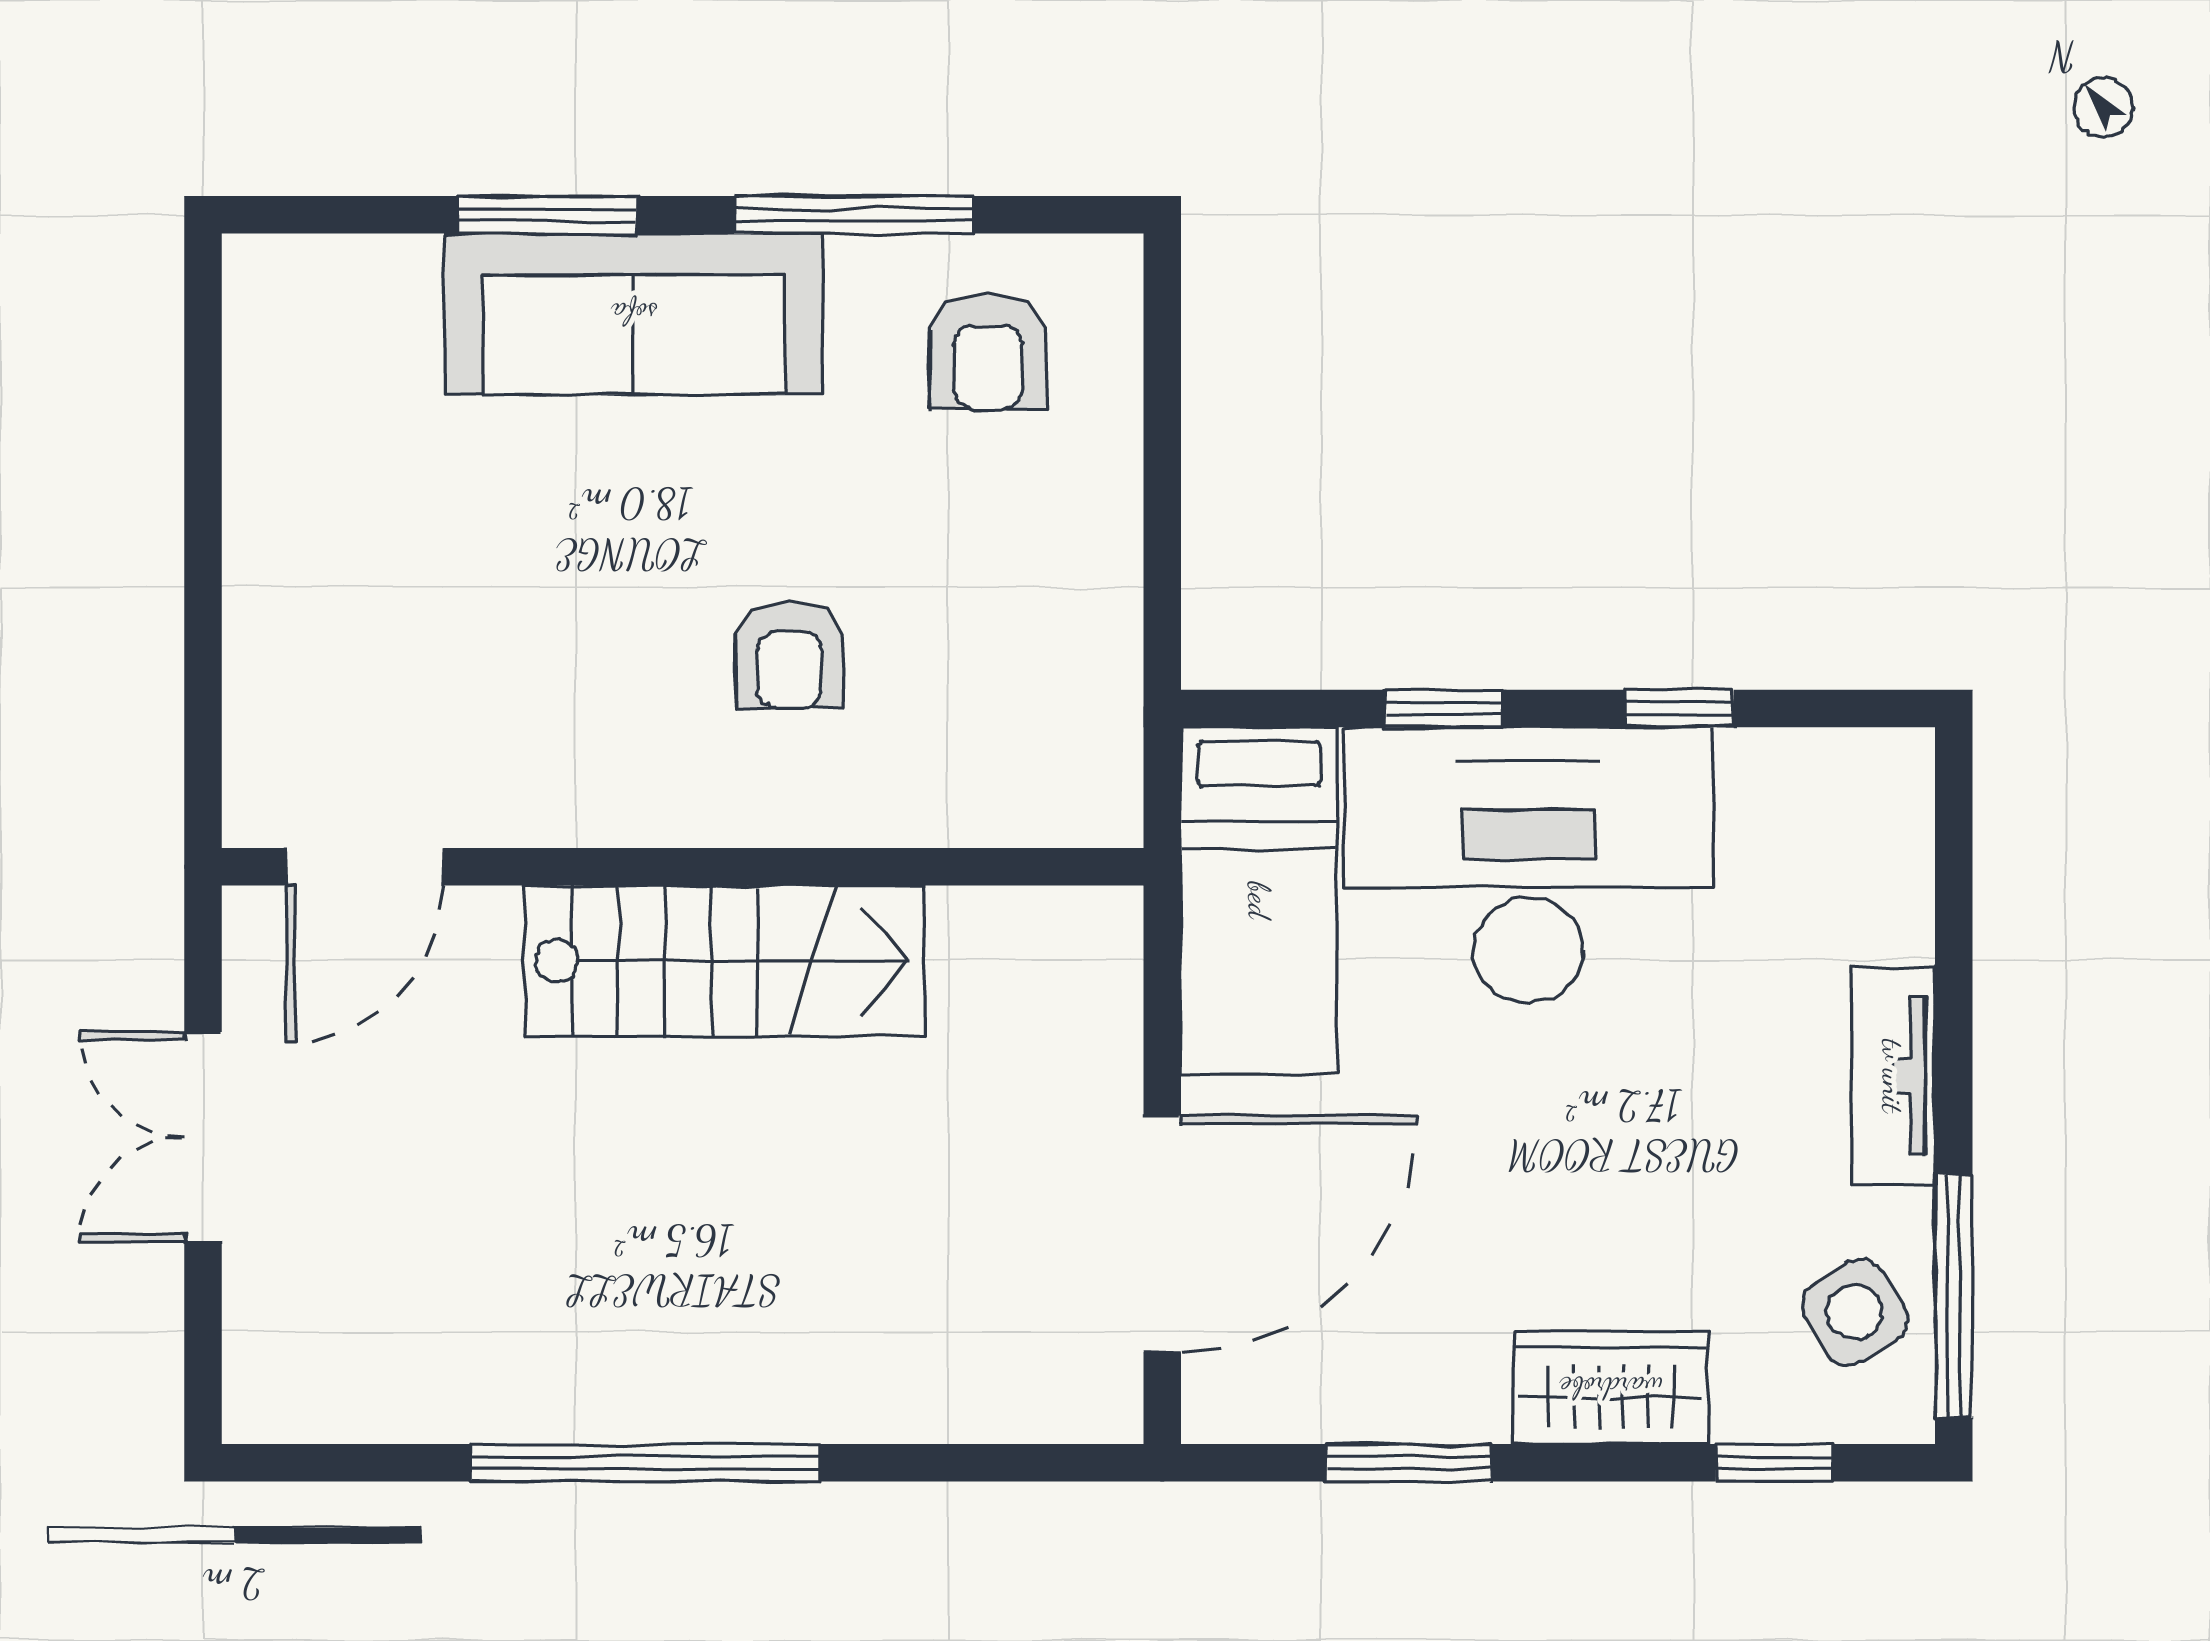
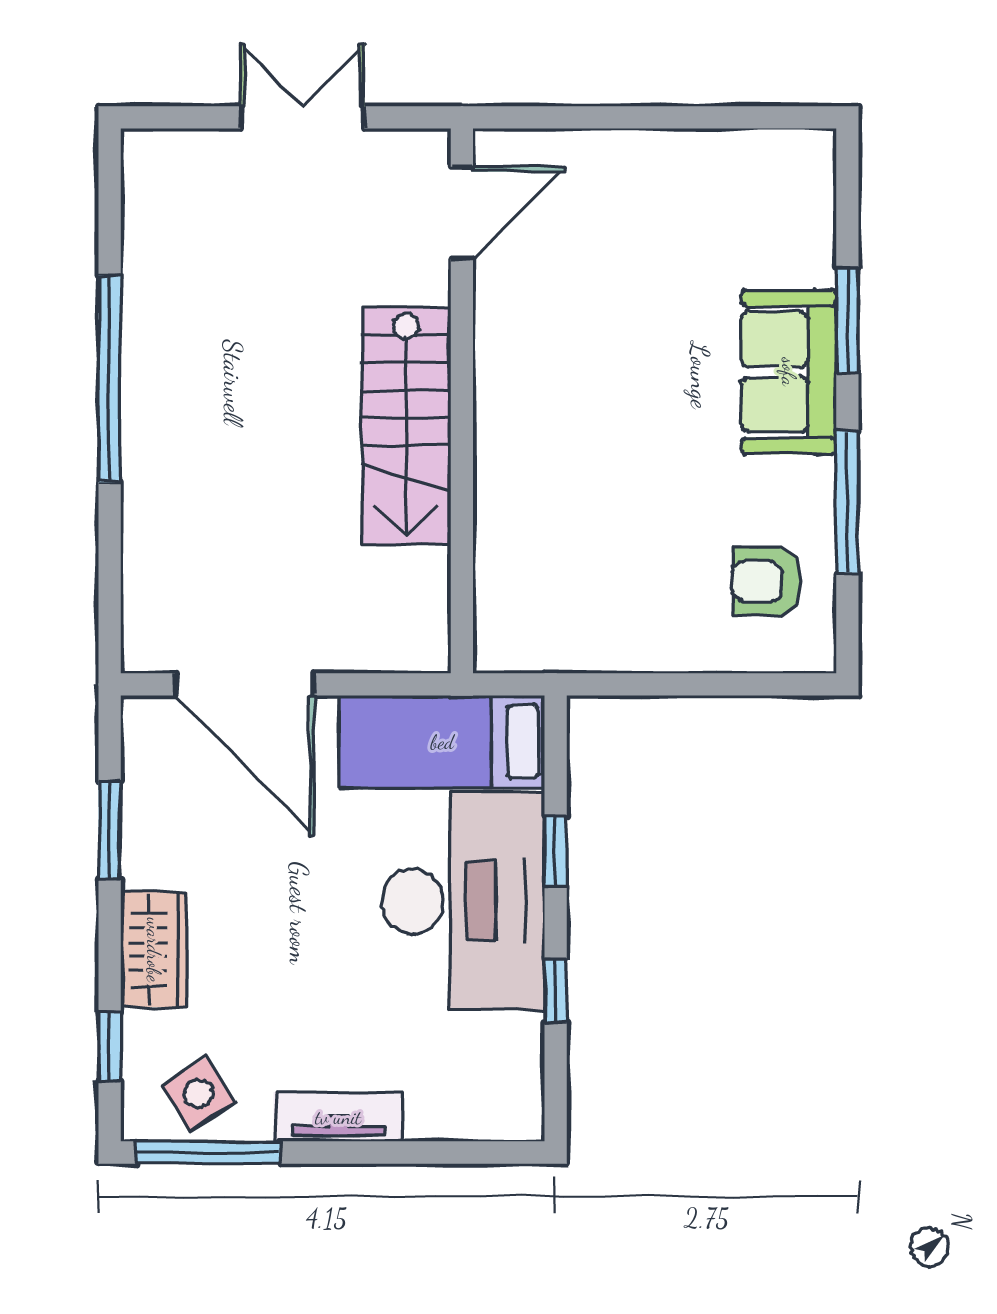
sofa: (634, 314) -> (789, 372), width x0.73
armchair: (789, 655) -> (587, 464), removed
door: (365, 867) -> (462, 213), swing flipped

